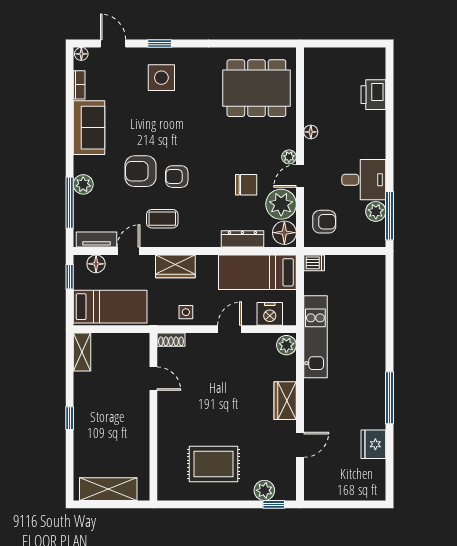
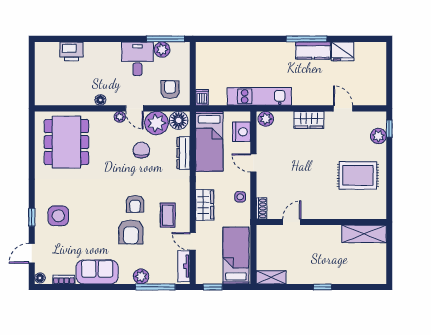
floor lamp: (96, 264) -> (203, 266), removed
kitchen counter: (375, 406) -> (313, 50), added
rug: (214, 464) -> (358, 175), turned 90
shelving: (108, 489) -> (364, 234), moved, turned 90

